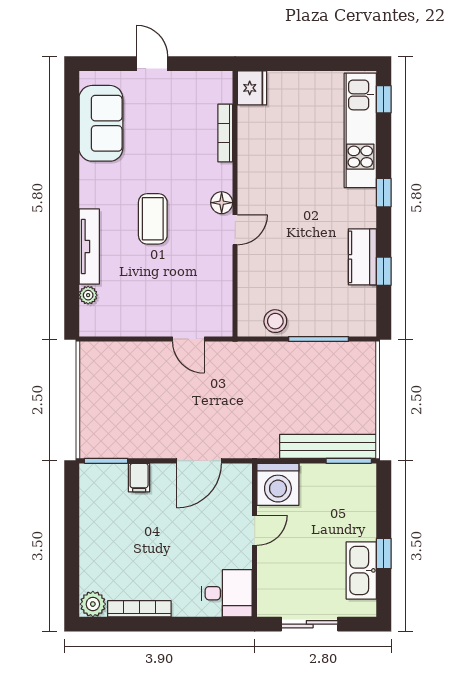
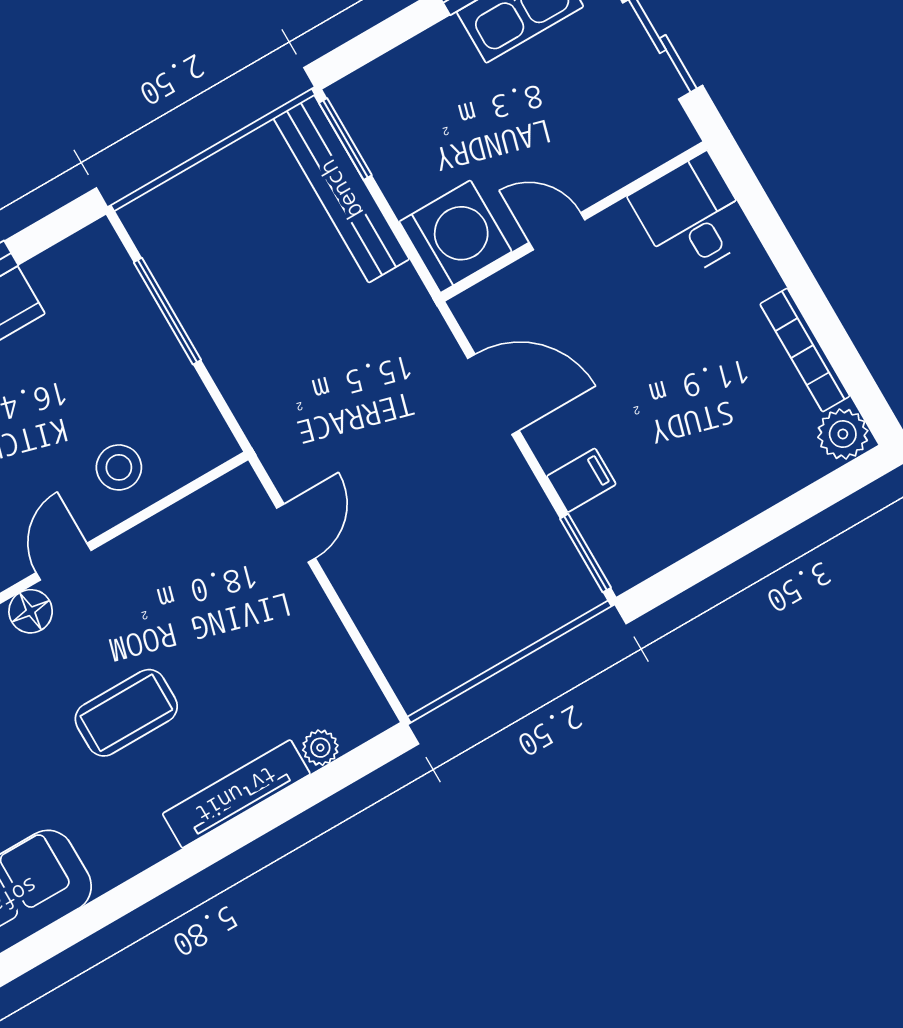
door: (235, 230) -> (64, 562), hinge flipped
stool: (275, 321) -> (119, 467), moved

